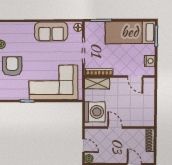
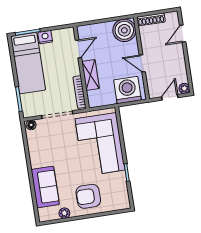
sofa: (51, 31) -> (45, 187), moved
nightstand: (150, 61) -> (45, 37), moved
shelving: (97, 83) -> (91, 75), moved
boiler: (145, 117) -> (124, 30), added
door: (115, 128) -> (142, 63), hinge flipped

